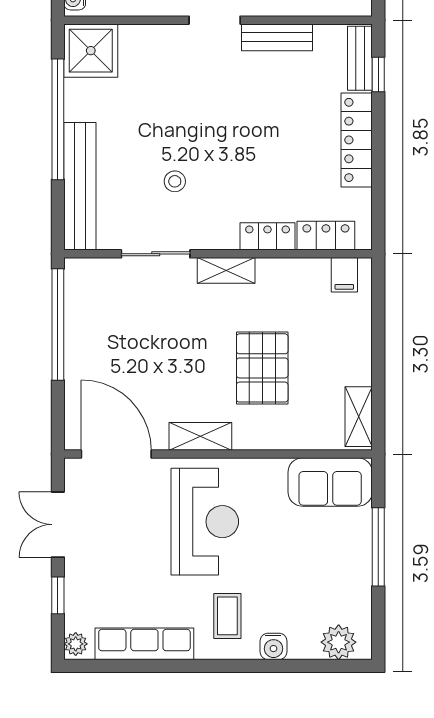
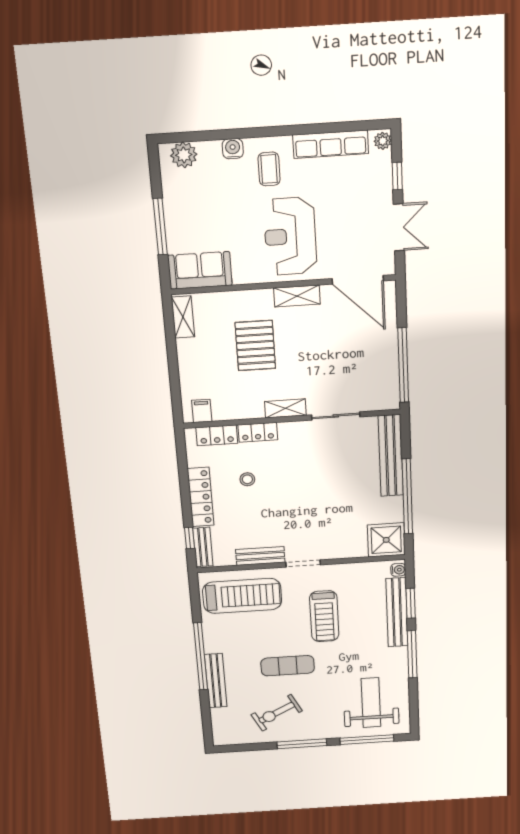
stool: (175, 181) -> (247, 479), moved

